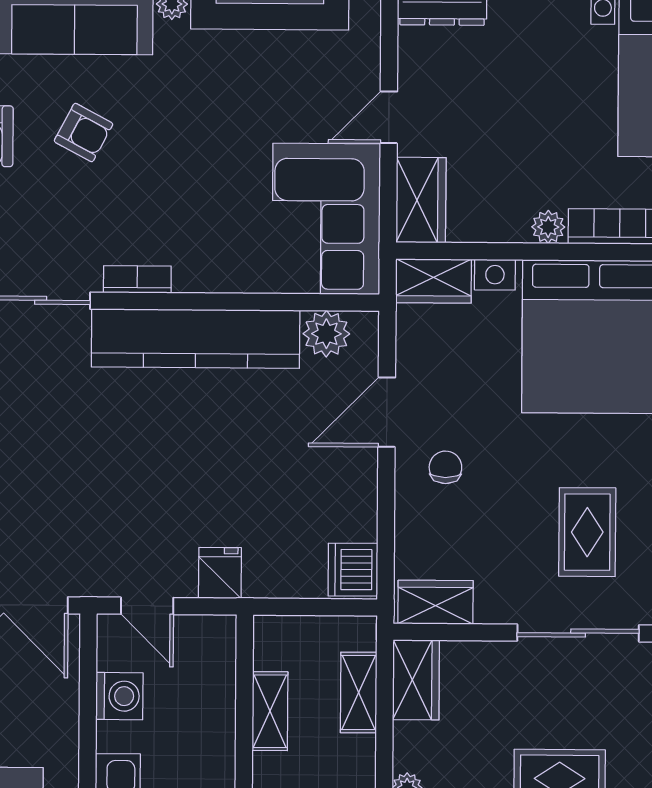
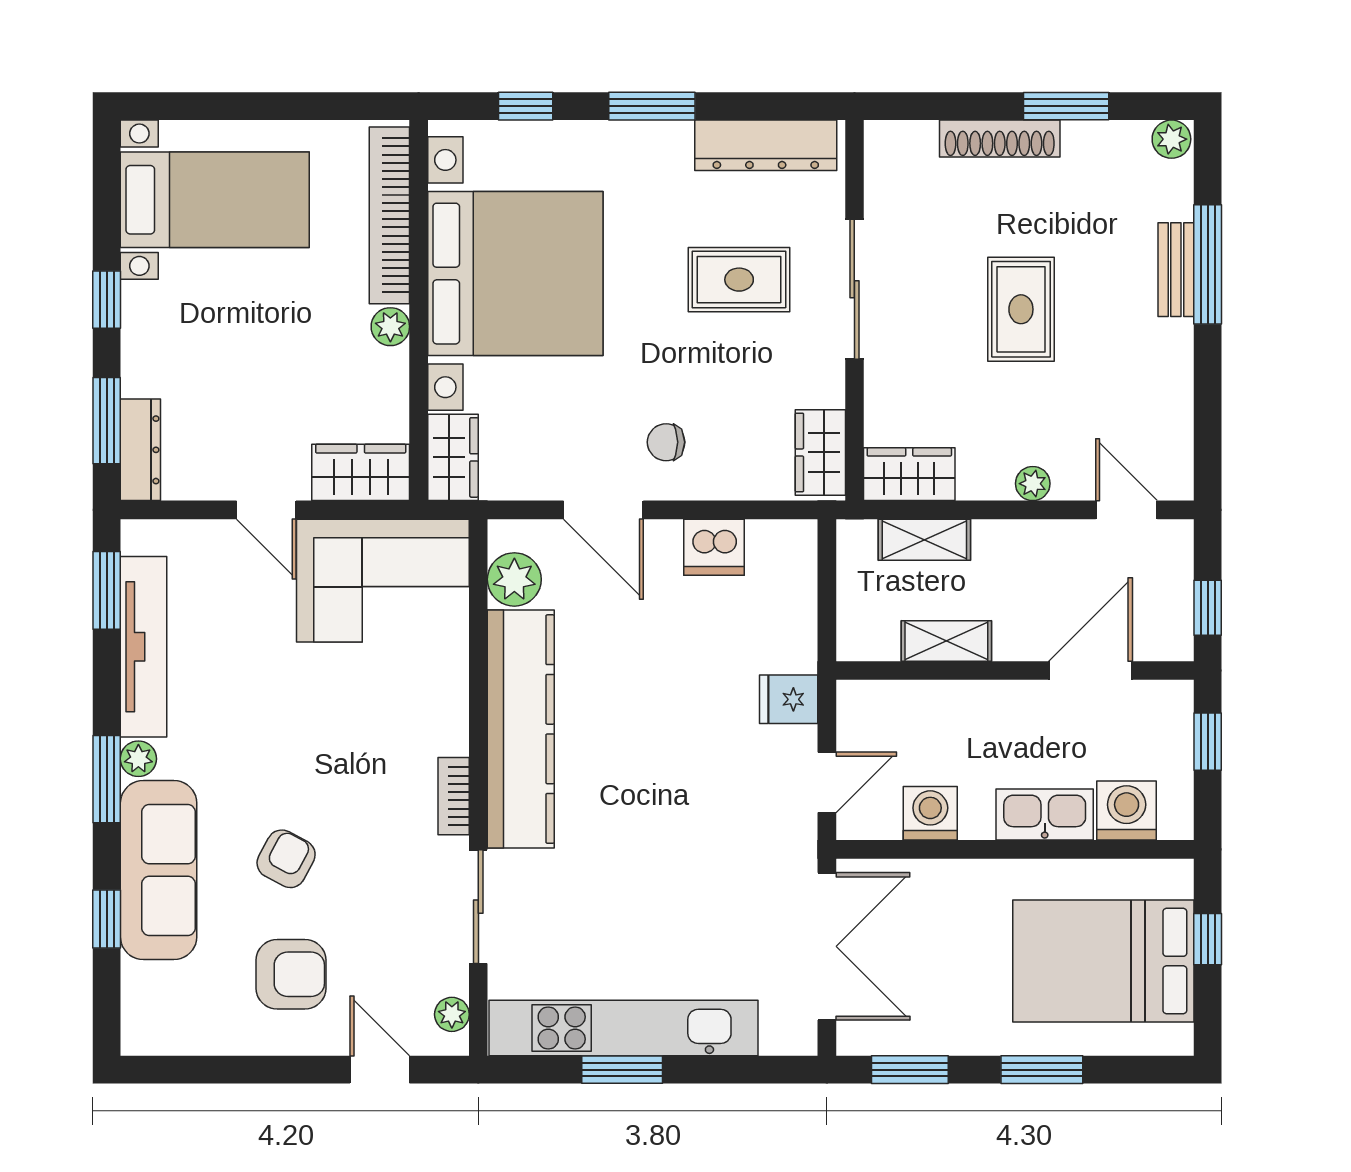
dishwasher: (353, 570) -> (714, 547), moved

